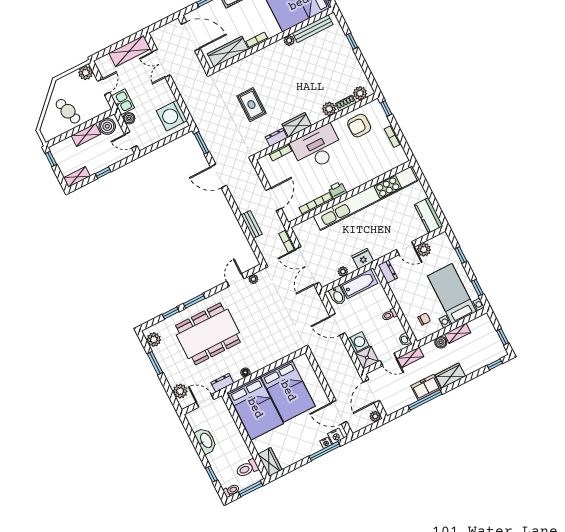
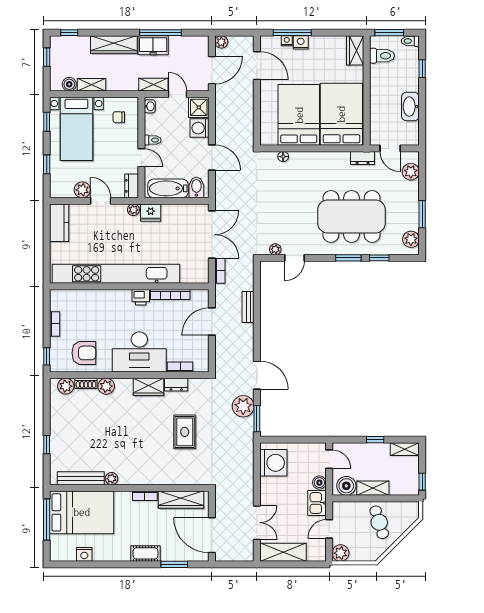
plant: (217, 147) -> (243, 406), added
plant: (343, 272) -> (133, 210), moved
door: (391, 297) -> (141, 158), added
boiler: (441, 342) -> (69, 84), moved
floor lamp: (245, 372) -> (283, 157), moved
wardrobe: (450, 376) -> (114, 45), width x1.50
nightstand: (336, 436) -> (301, 42), moved

